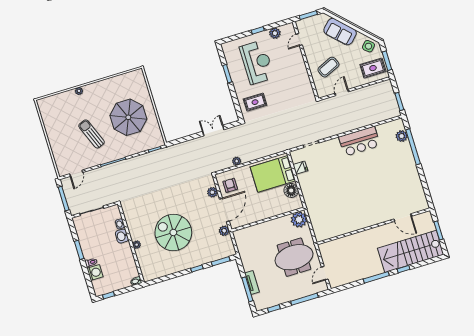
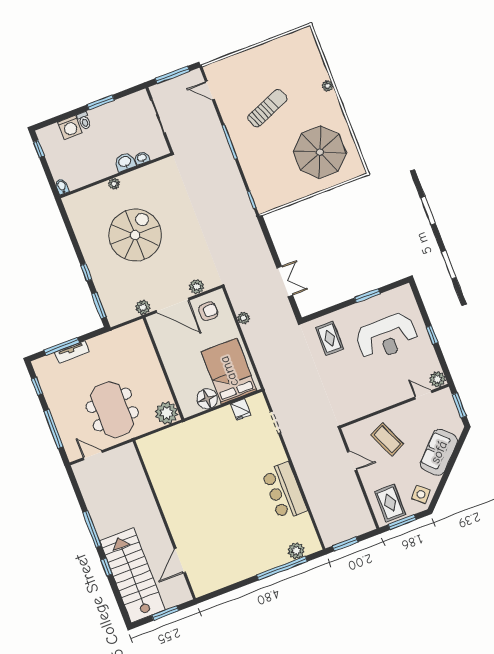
plant: (275, 33) -> (438, 379), moved
parasol: (128, 117) -> (320, 152), moved

